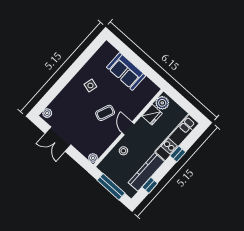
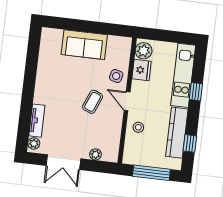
side table: (90, 85) -> (116, 76), moved
tv unit: (60, 99) -> (37, 121), added
plant: (93, 158) -> (95, 154), moved

